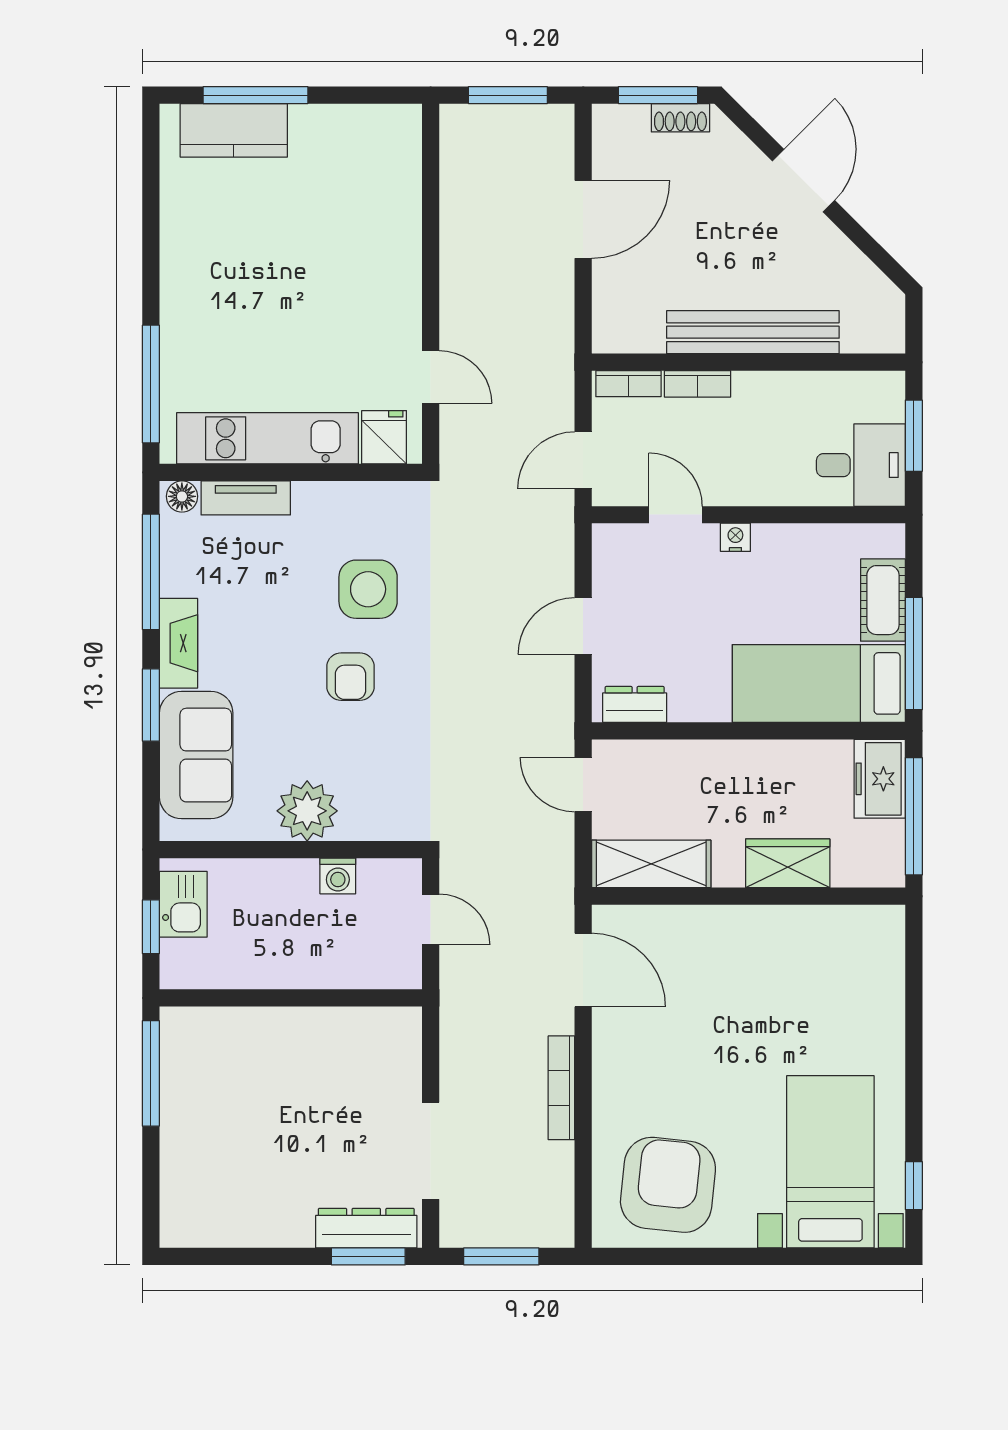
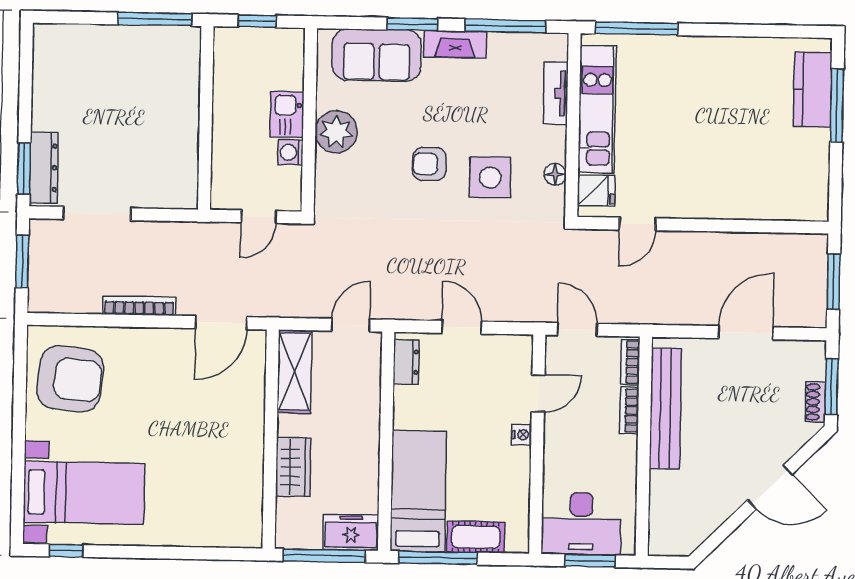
door: (583, 219) -> (746, 333), swing flipped
bench: (753, 332) -> (665, 409), moved
desk: (861, 465) -> (581, 524), width x1.37
floor lamp: (182, 496) -> (555, 174), moved
kitchen sink: (183, 904) -> (287, 114), moved, turned 90

